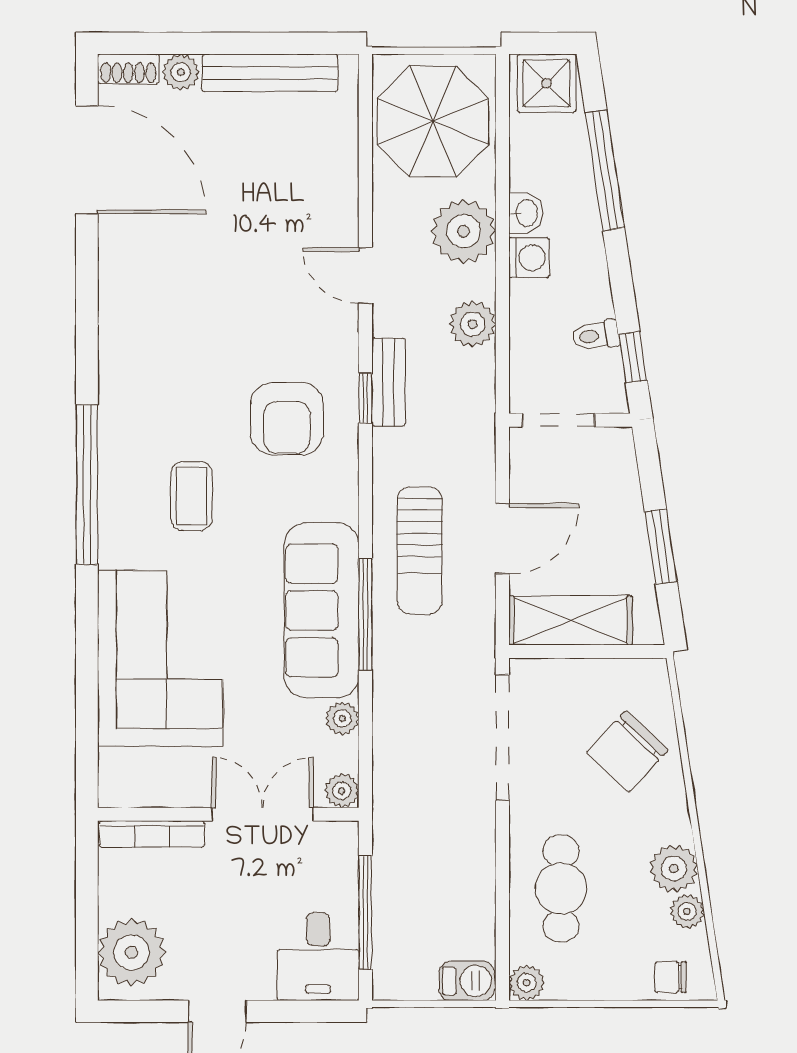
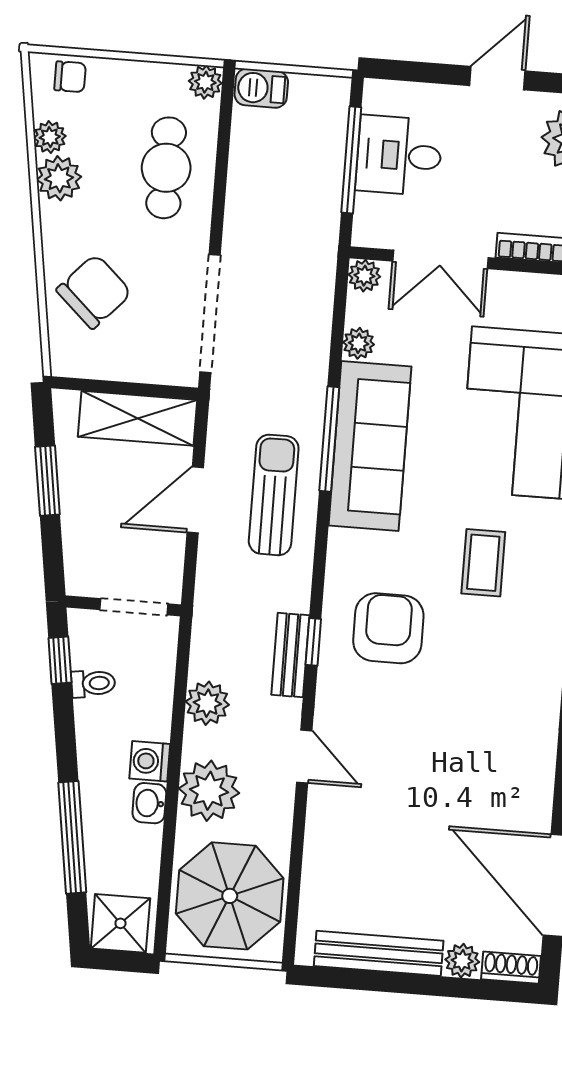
desk: (318, 957) -> (399, 156), moved, turned -90

